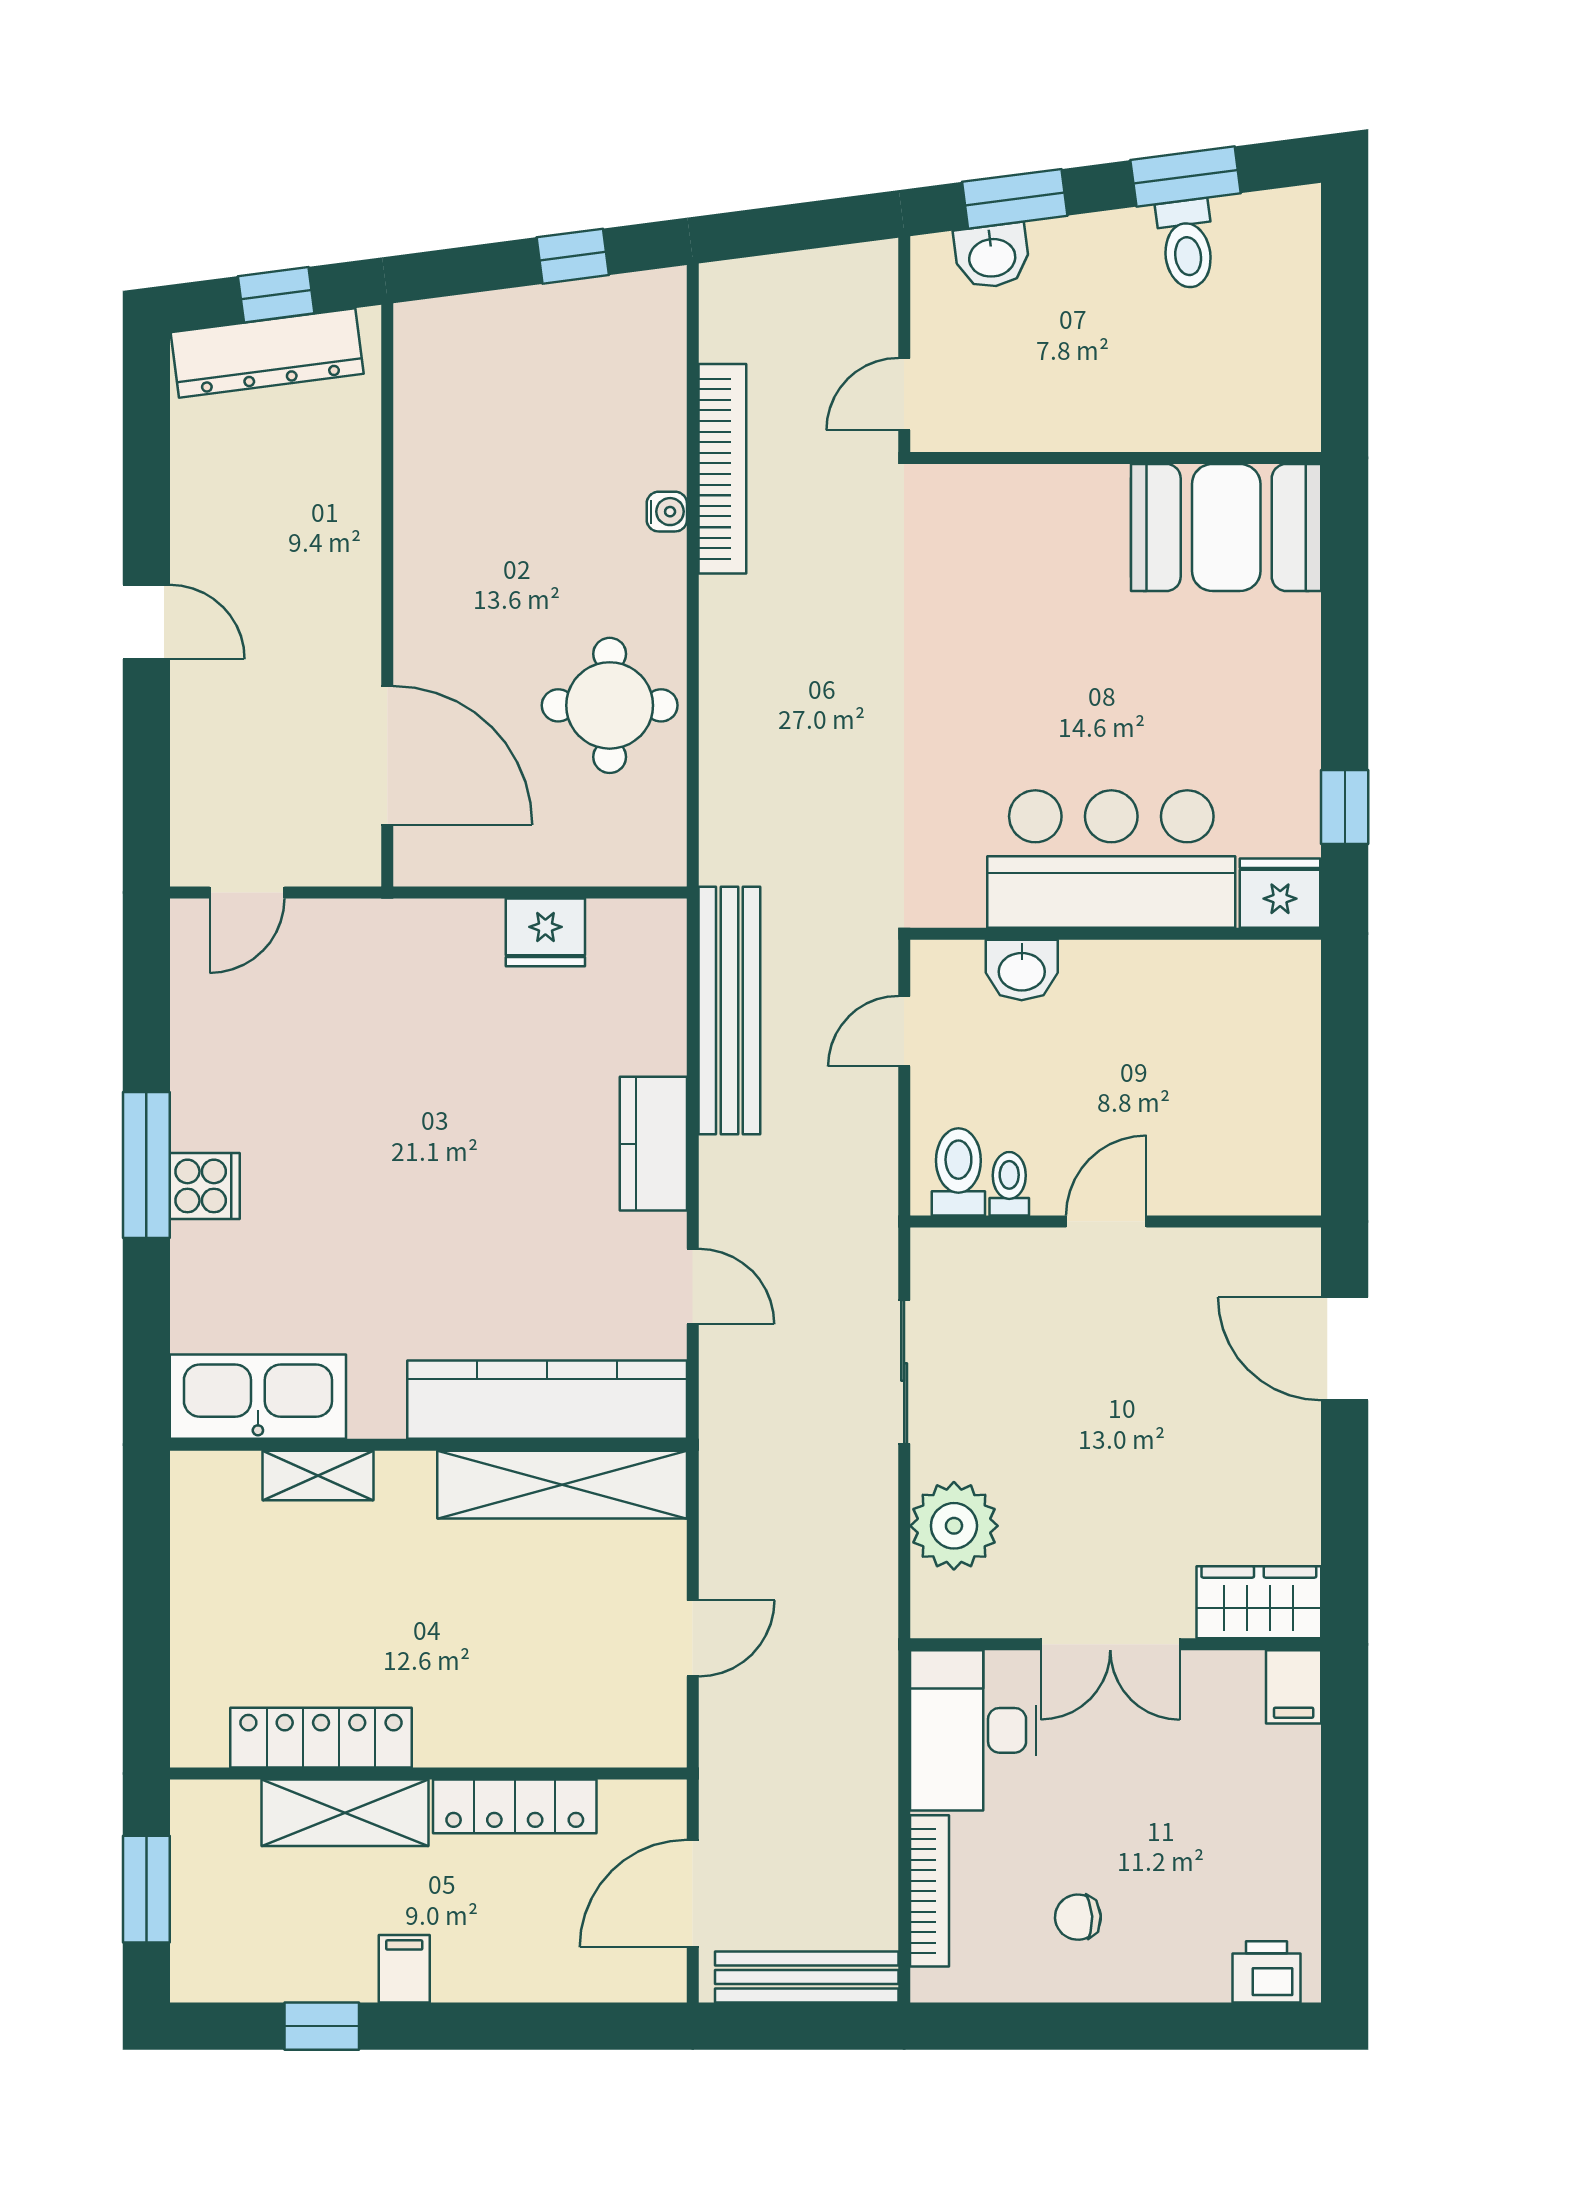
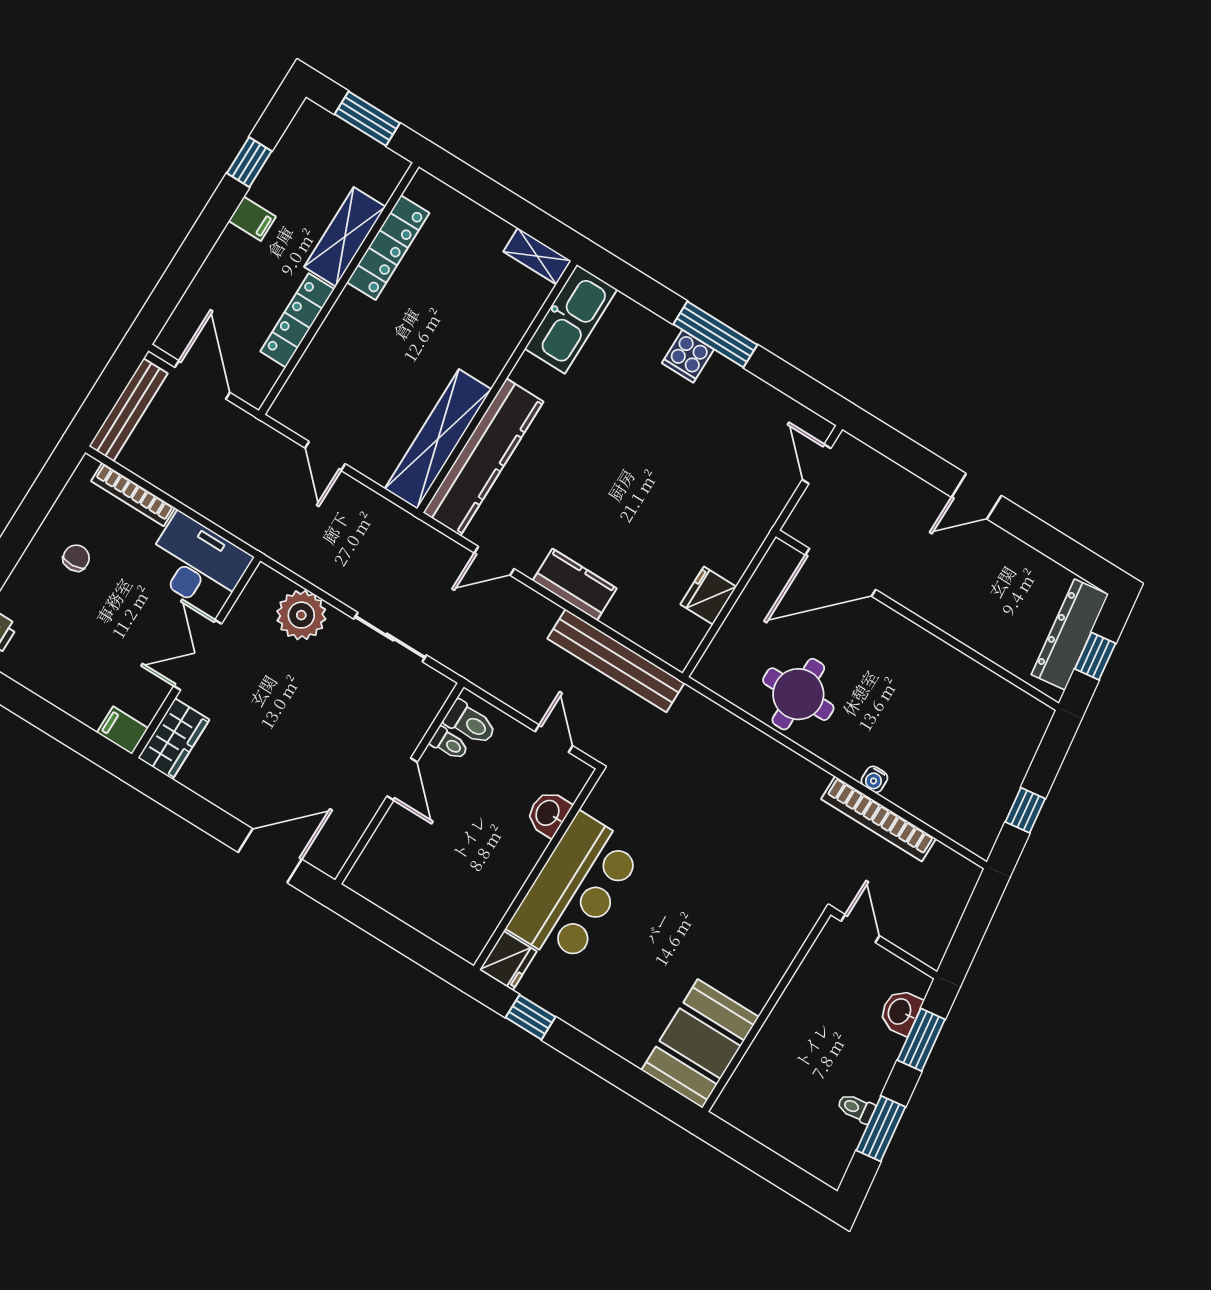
toilet: (1187, 244) -> (856, 1108), width x0.73, depth x0.72
shelving: (318, 1475) -> (537, 256), moved, turned 90

